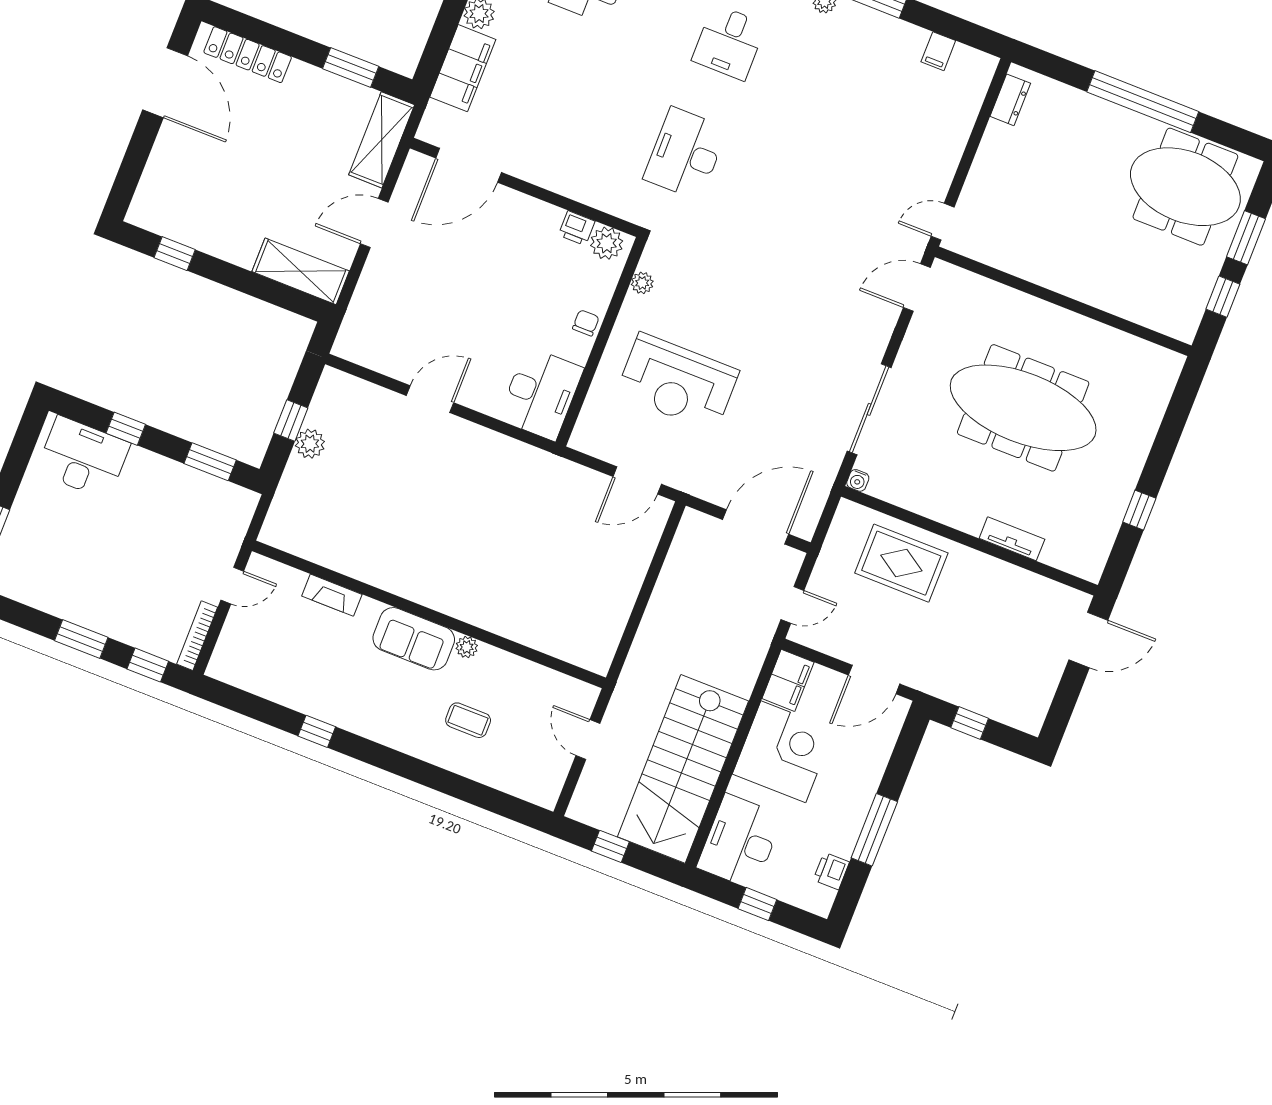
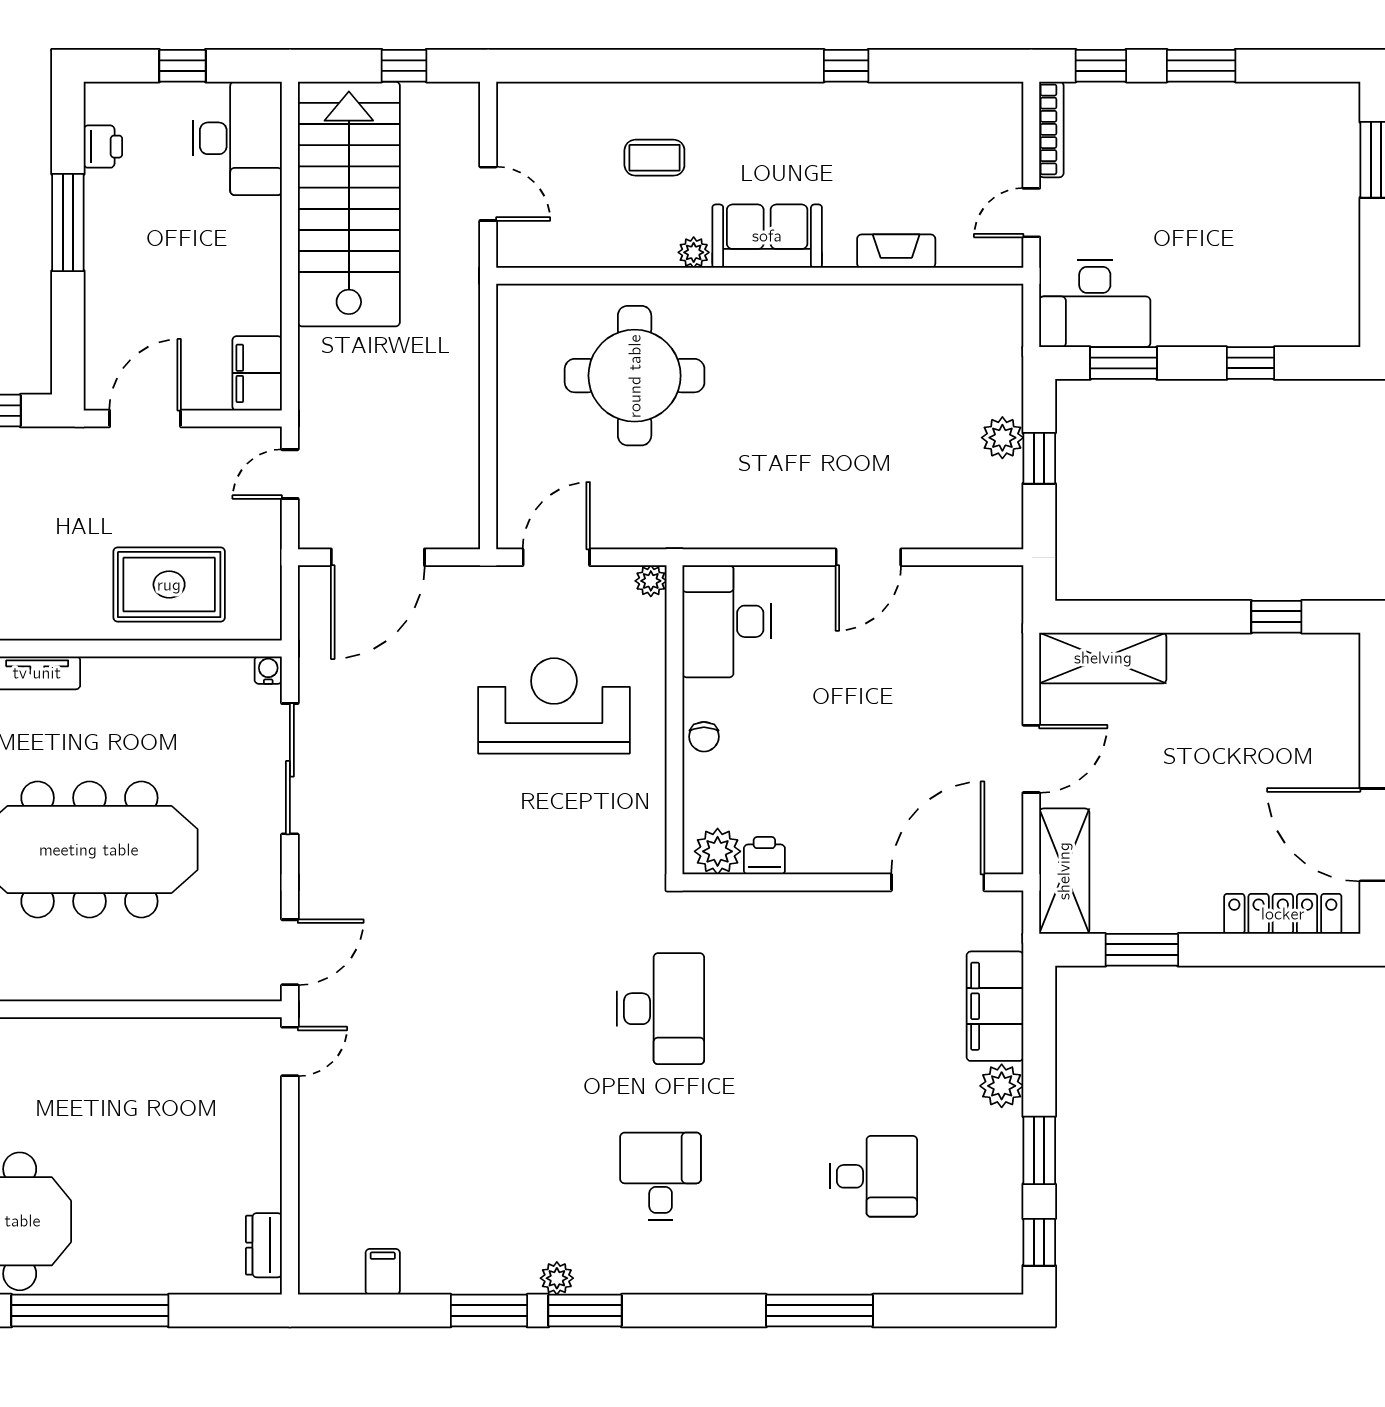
plant: (642, 283) -> (651, 581), moved
desk: (83, 458) -> (1095, 303), moved
round table: (538, 581) -> (635, 376), added
corner desk: (783, 752) -> (227, 278), removed

